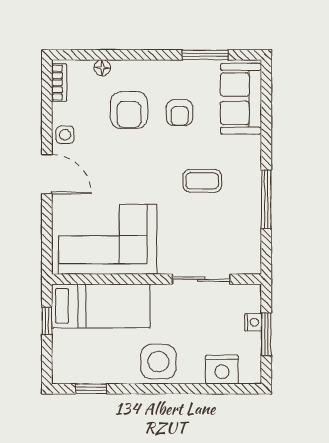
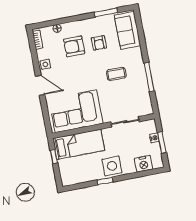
armchair: (129, 110) -> (74, 46), turned 90
window: (91, 389) -> (105, 181), moved

